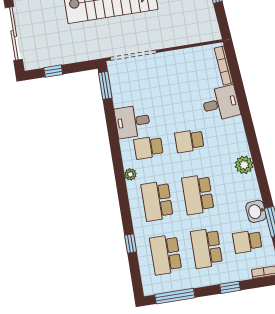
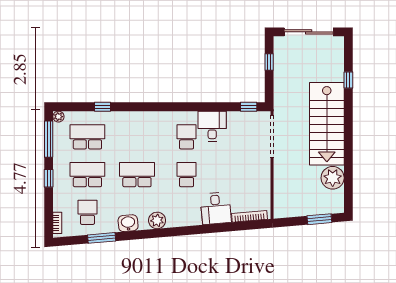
window: (105, 85) -> (249, 107), width x0.67
plant: (130, 174) -> (58, 117), moved
school desk: (157, 201) -> (137, 137), removed
washbasin: (256, 211) -> (128, 223), moved
window: (230, 287) -> (49, 178), moved

